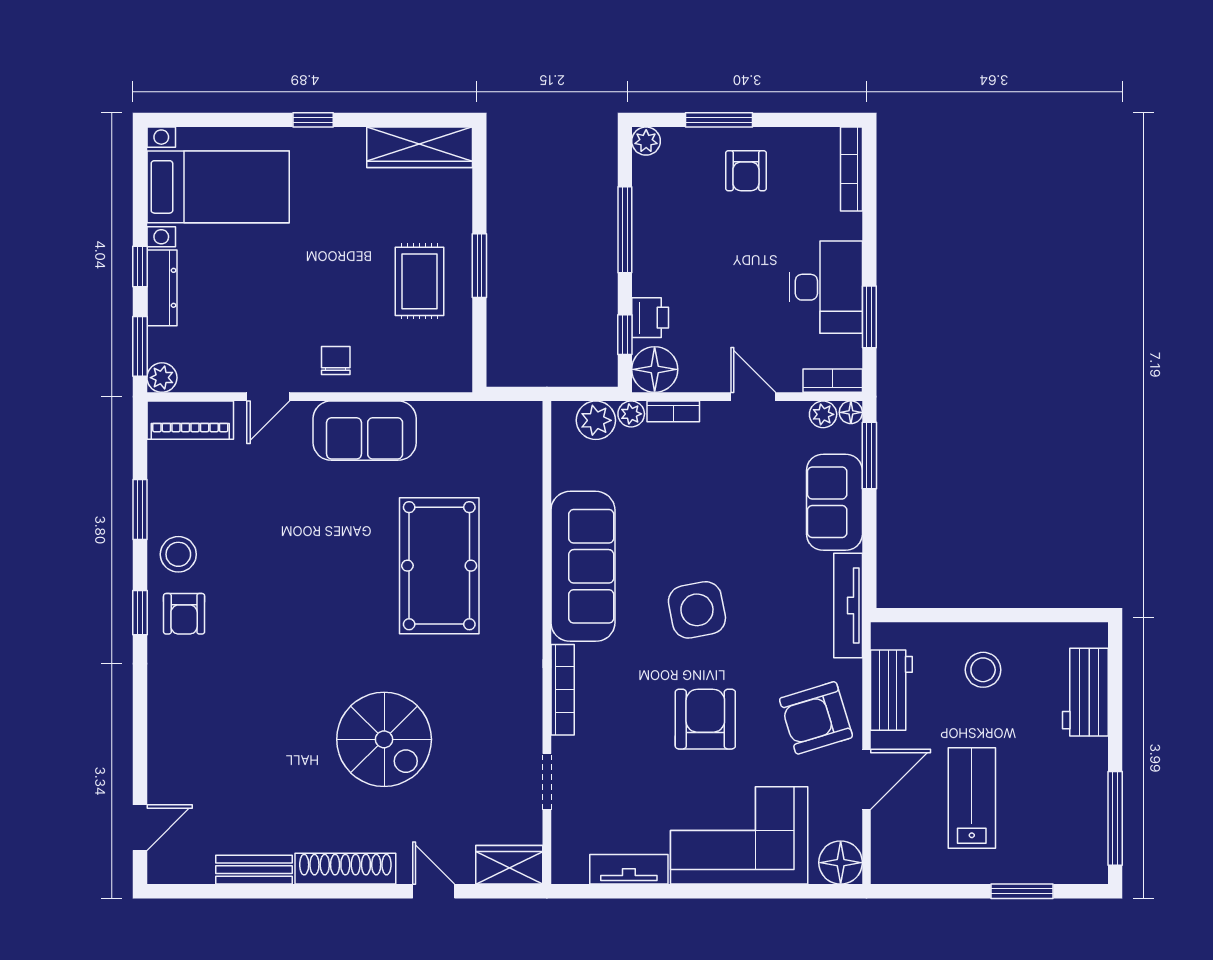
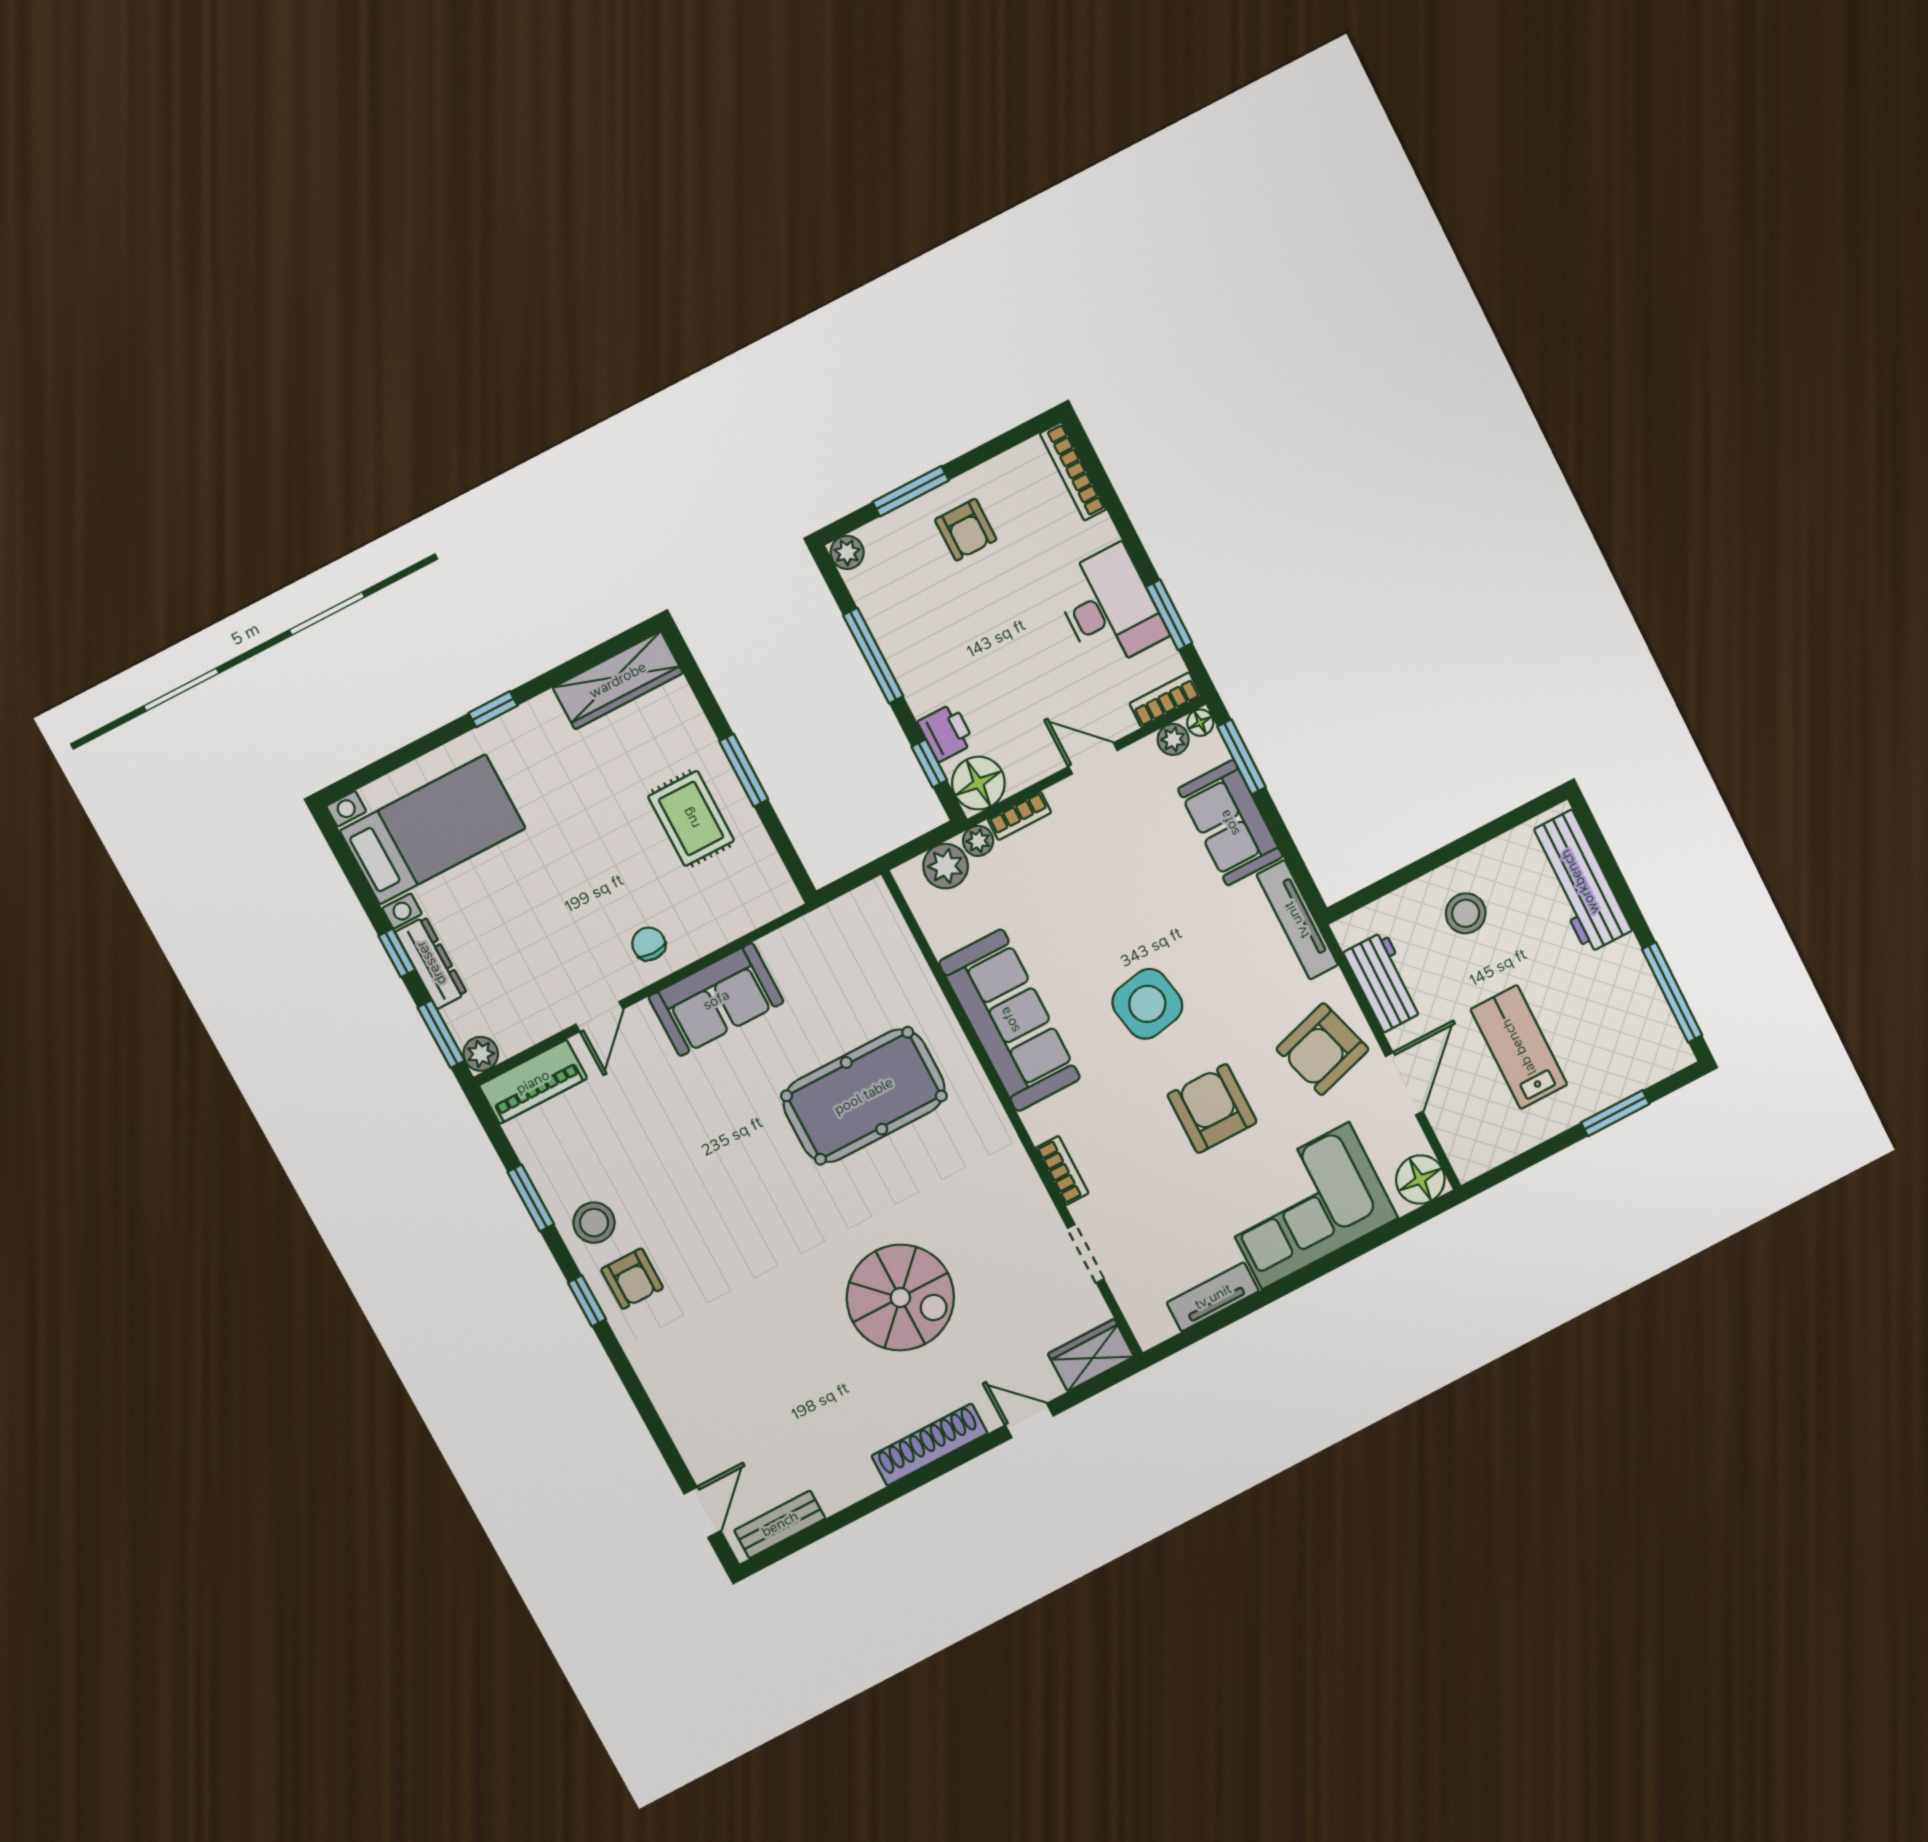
pool table: (439, 566) -> (864, 1096), turned 90
bookcase: (563, 690) -> (1062, 1171), width x0.64
workbench: (1085, 692) -> (1580, 882), width x1.37
bench: (254, 870) -> (780, 1524), moved

